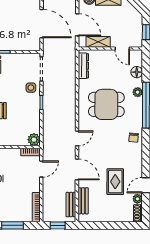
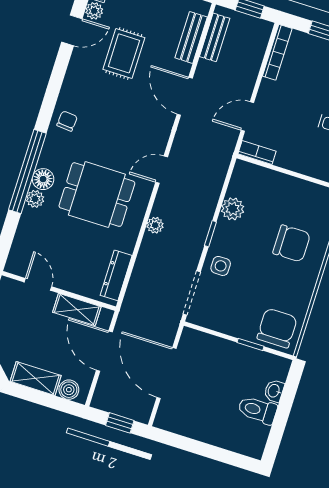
floor lamp: (137, 72) -> (43, 179), moved
plant: (71, 98) -> (155, 225), added
door: (77, 138) -> (162, 170), moved
plant: (34, 140) -> (233, 209), moved

